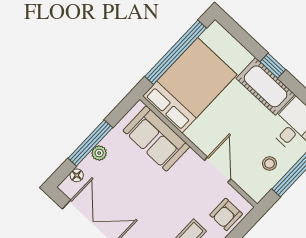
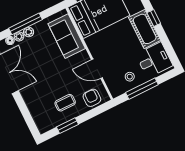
plant: (88, 165) -> (19, 36), added
door: (218, 170) -> (97, 69), swing flipped
armchair: (226, 214) -> (92, 98), turned 90

